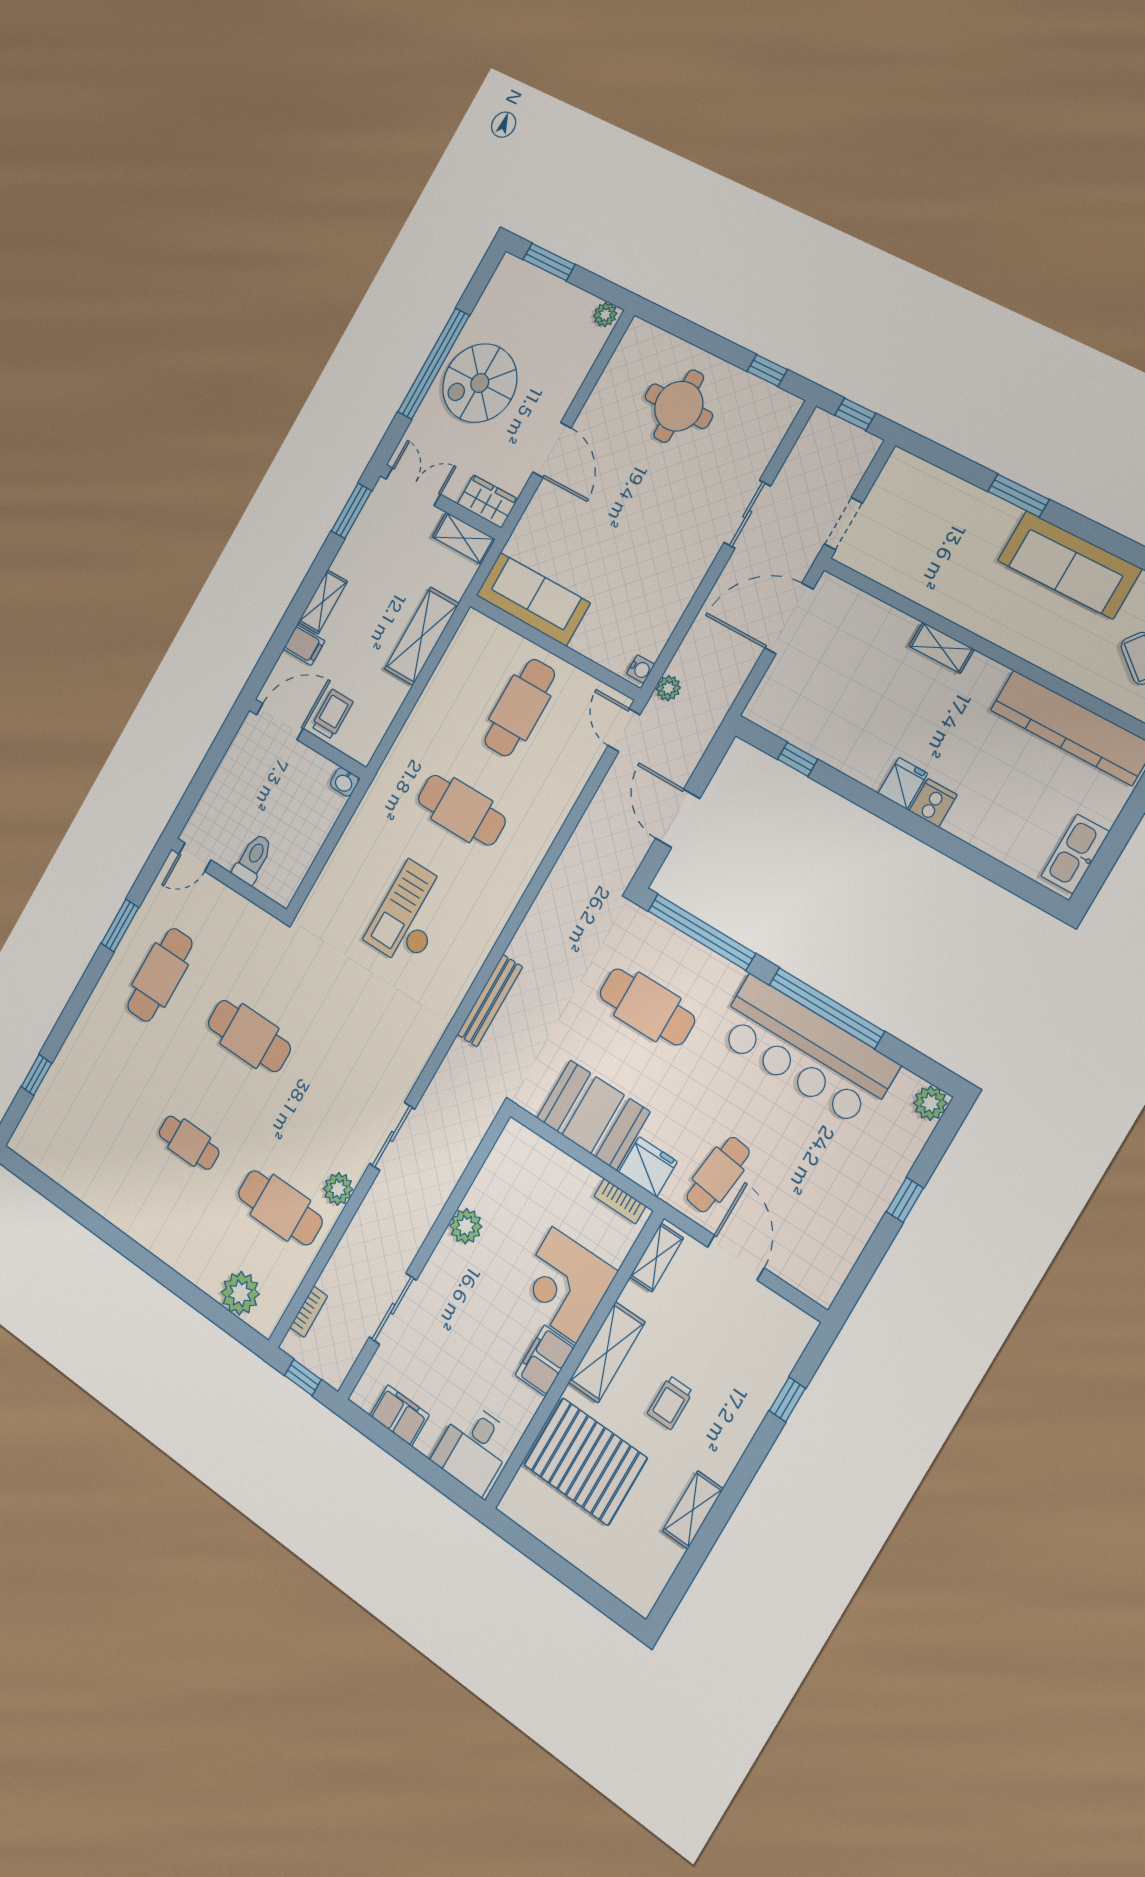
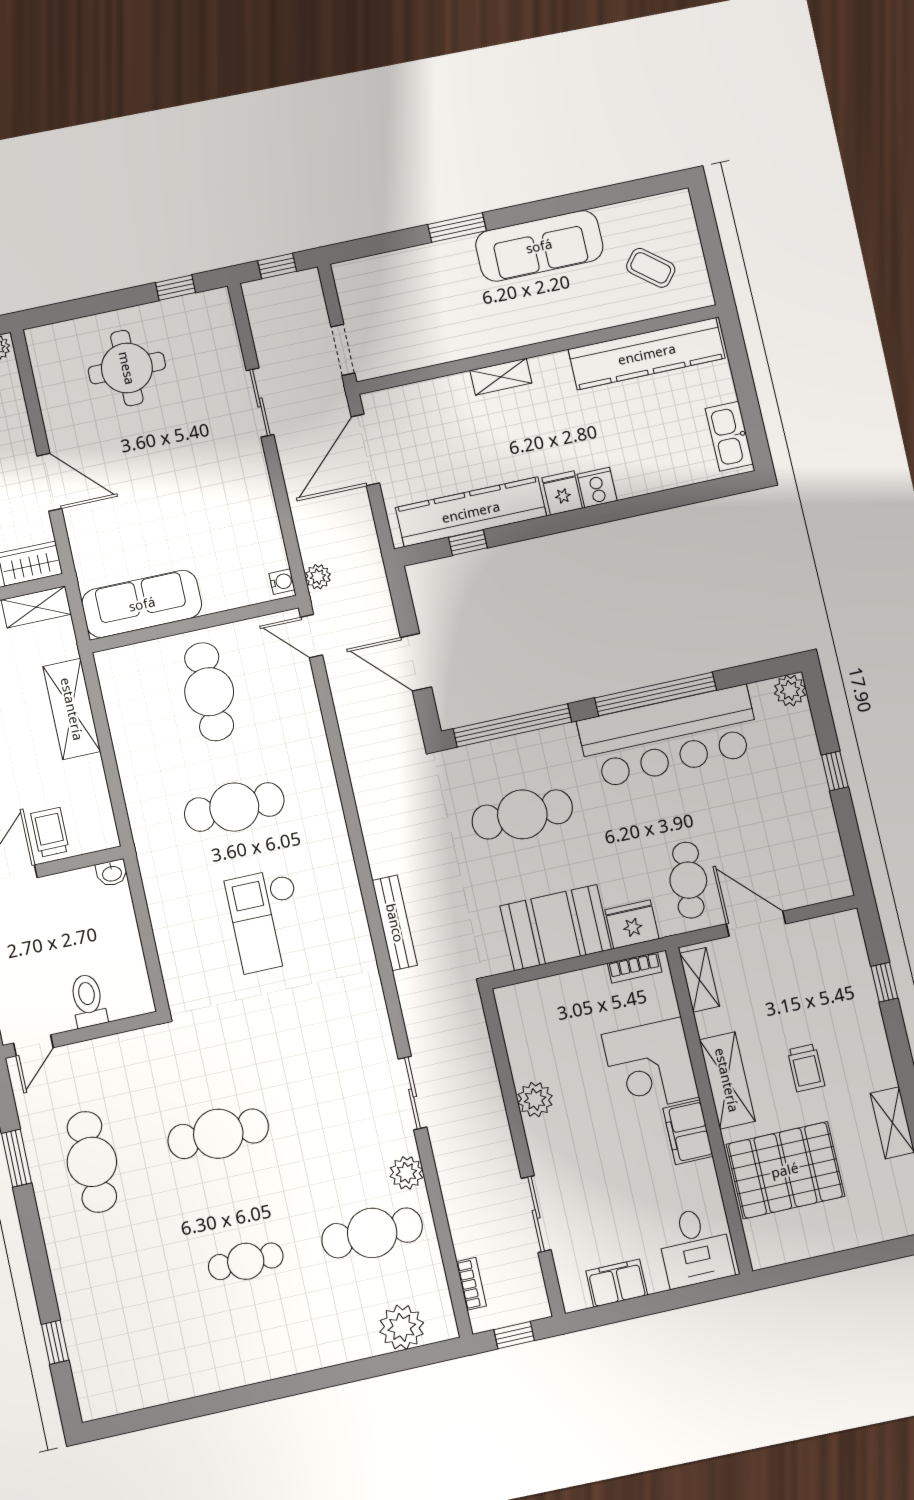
kitchen counter: (822, 737) -> (471, 512), added

